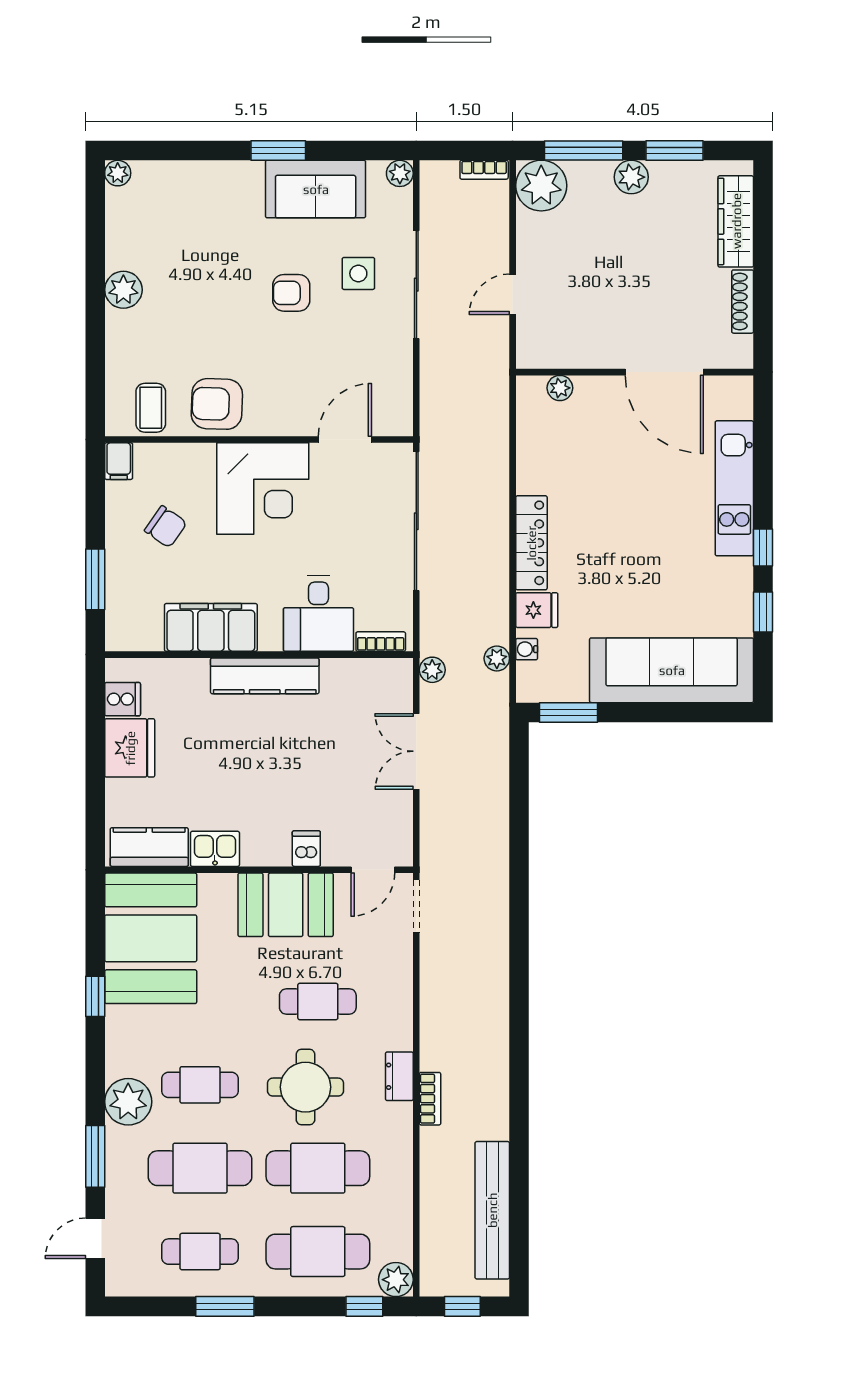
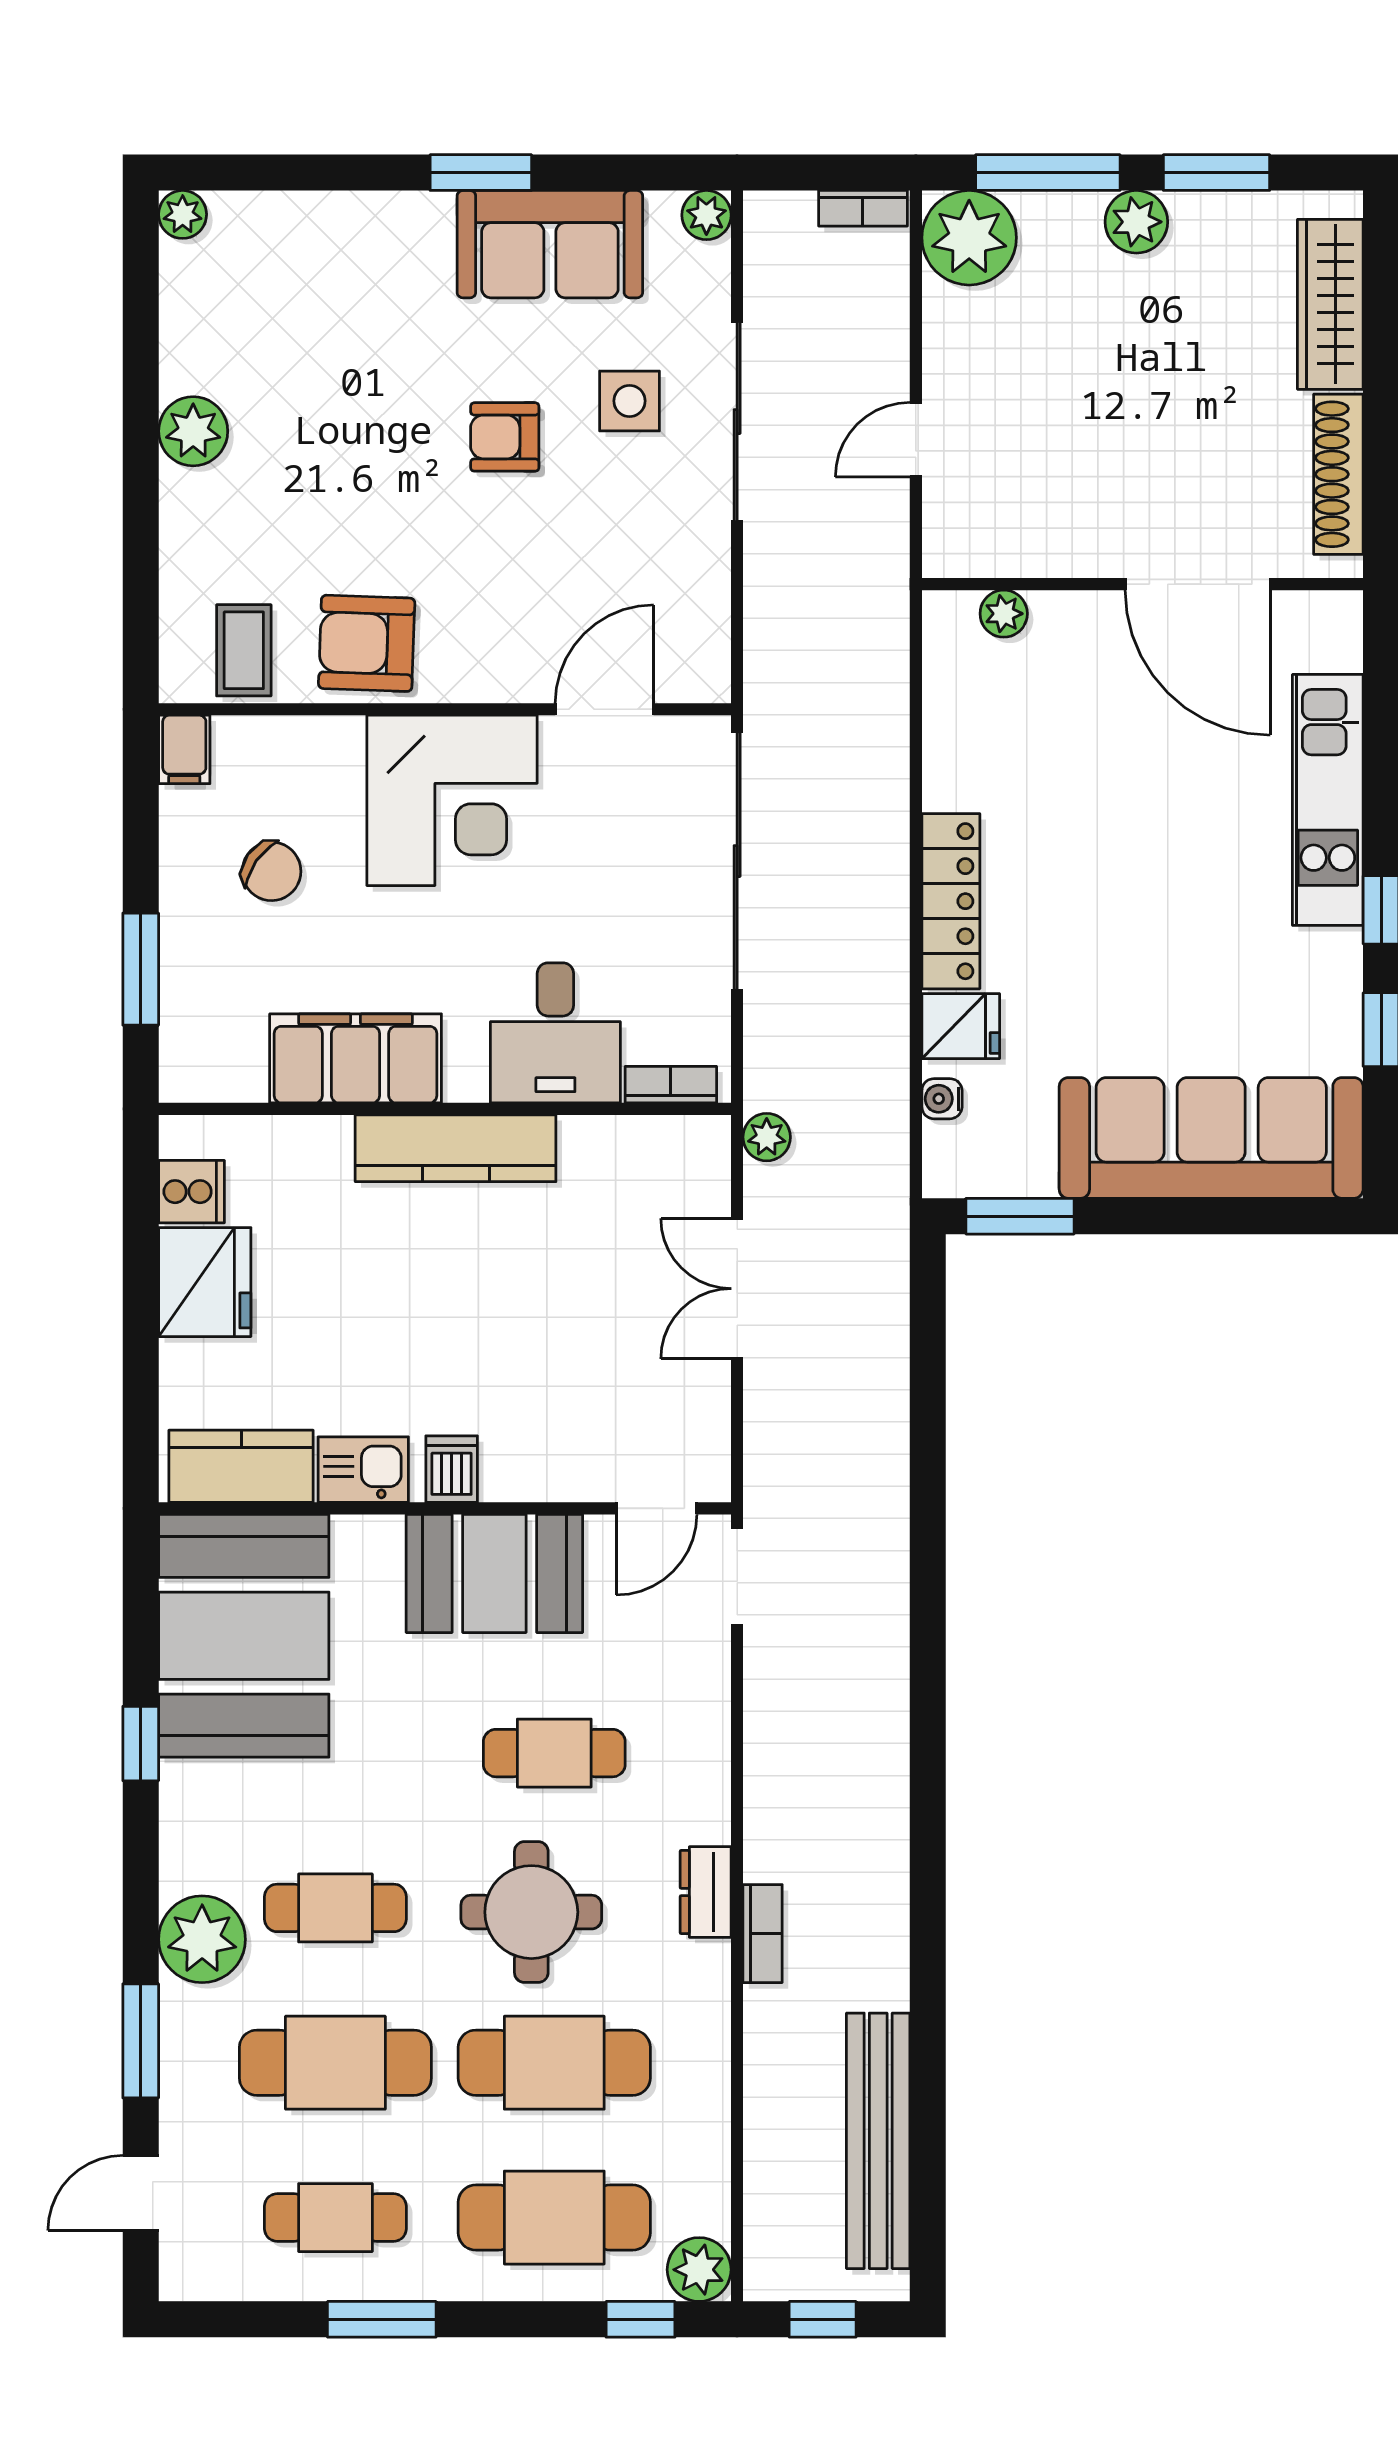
shoe rack: (743, 302) -> (1338, 474), width x1.36, depth x1.24
plant: (497, 658) -> (887, 1116), removed
dishwasher: (306, 849) -> (452, 1469), moved

